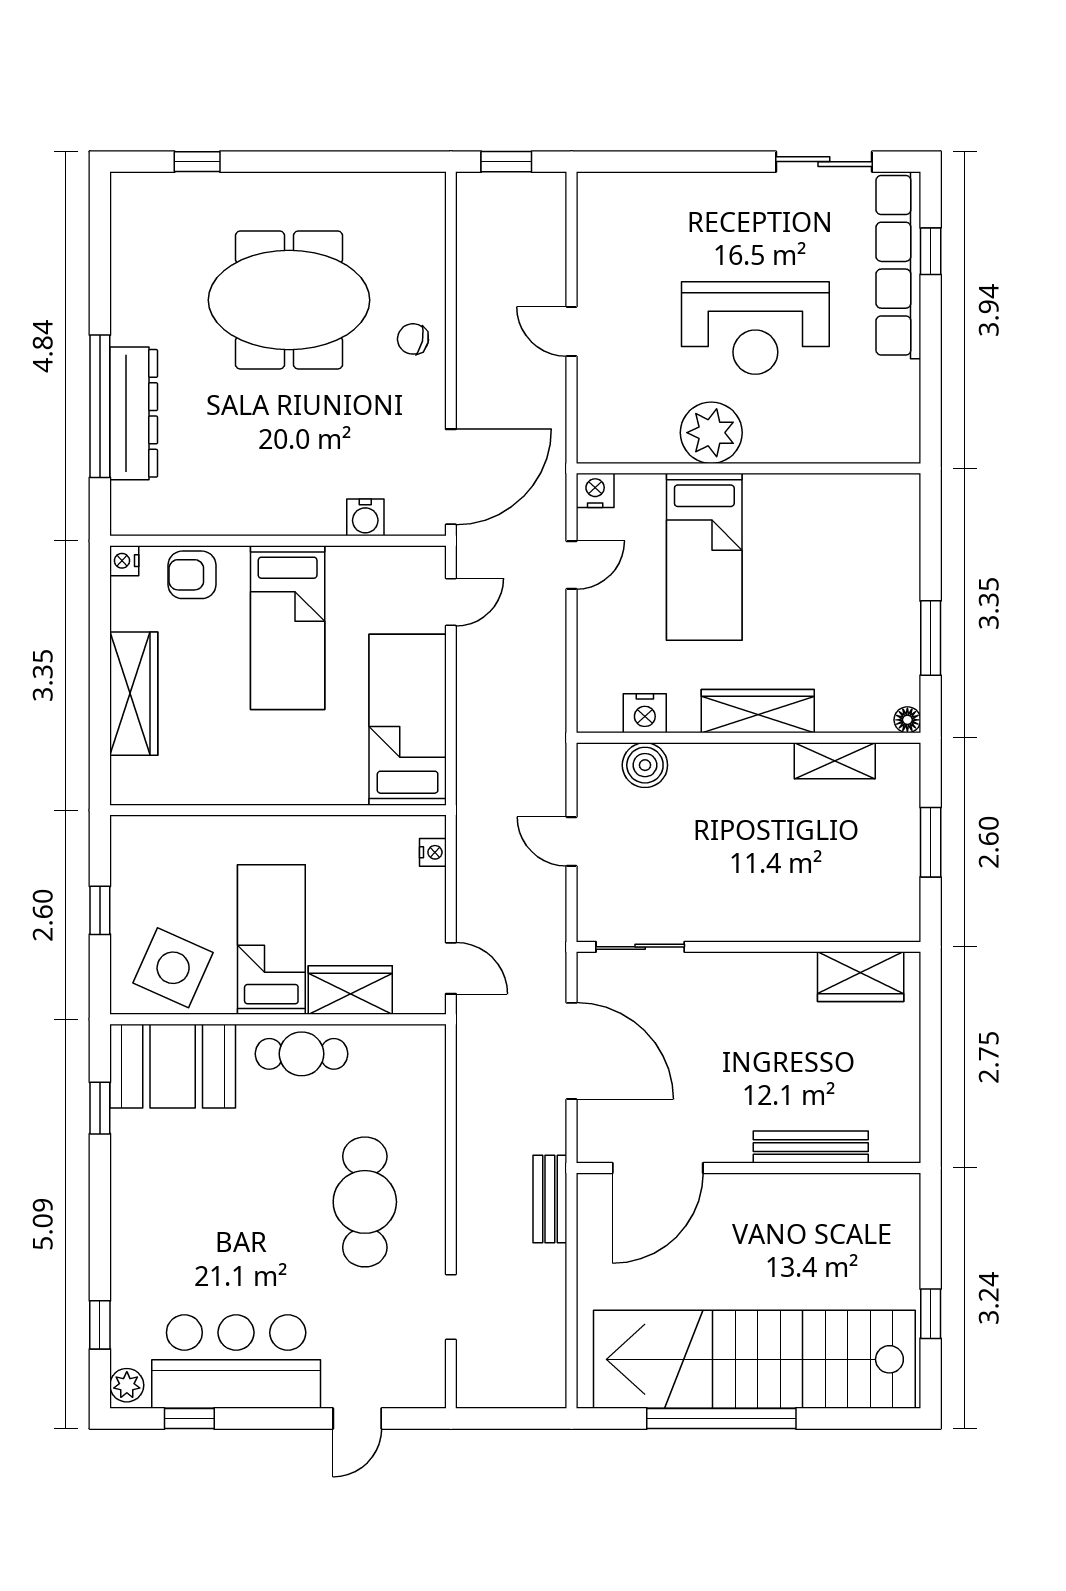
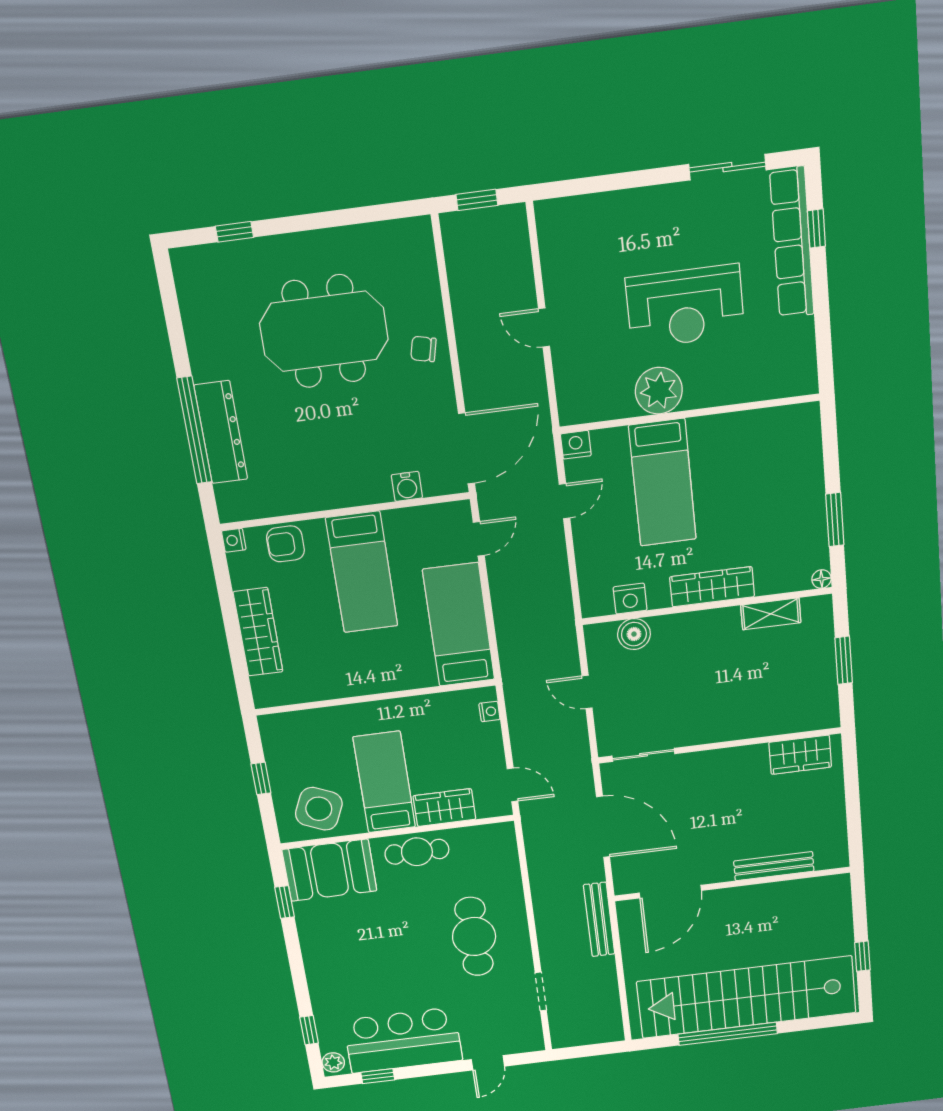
bench: (550, 1199) -> (599, 919), width x1.36

